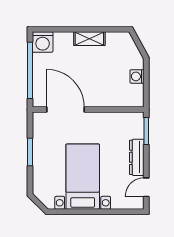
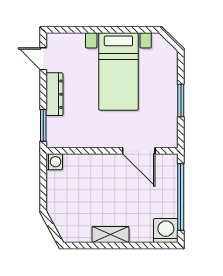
washing machine: (137, 76) -> (54, 162), moved
door: (66, 110) -> (139, 151), width x0.73
door: (146, 187) -> (43, 59), swing flipped

